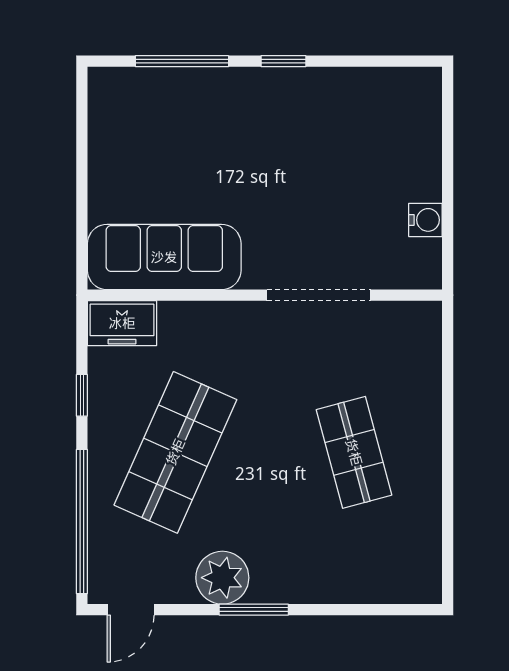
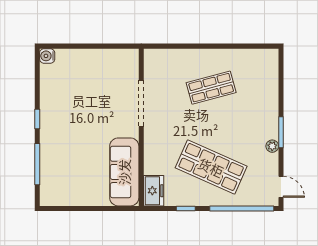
water cooler: (425, 220) -> (47, 56), moved, turned -90
plant: (222, 578) -> (272, 146), width x0.53, depth x0.53

